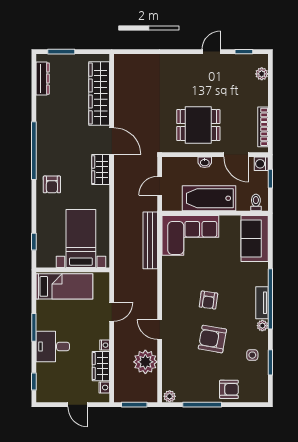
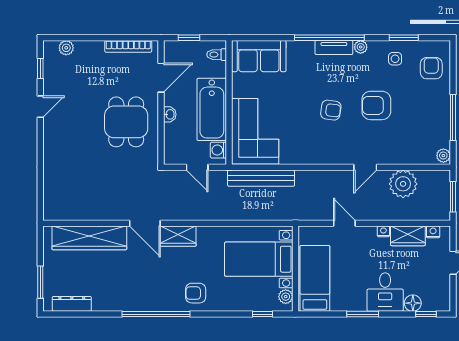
door: (211, 52) -> (40, 107), swing flipped
door: (112, 141) -> (145, 223), swing flipped
washing machine: (261, 164) -> (218, 150), moved, turned 90
armchair: (52, 184) -> (196, 293), turned 180
plant: (49, 261) -> (286, 297), added
armchair: (212, 339) -> (376, 105), turned 80
floor lamp: (43, 370) -> (413, 303), added
armchair: (229, 389) -> (431, 68), moved

